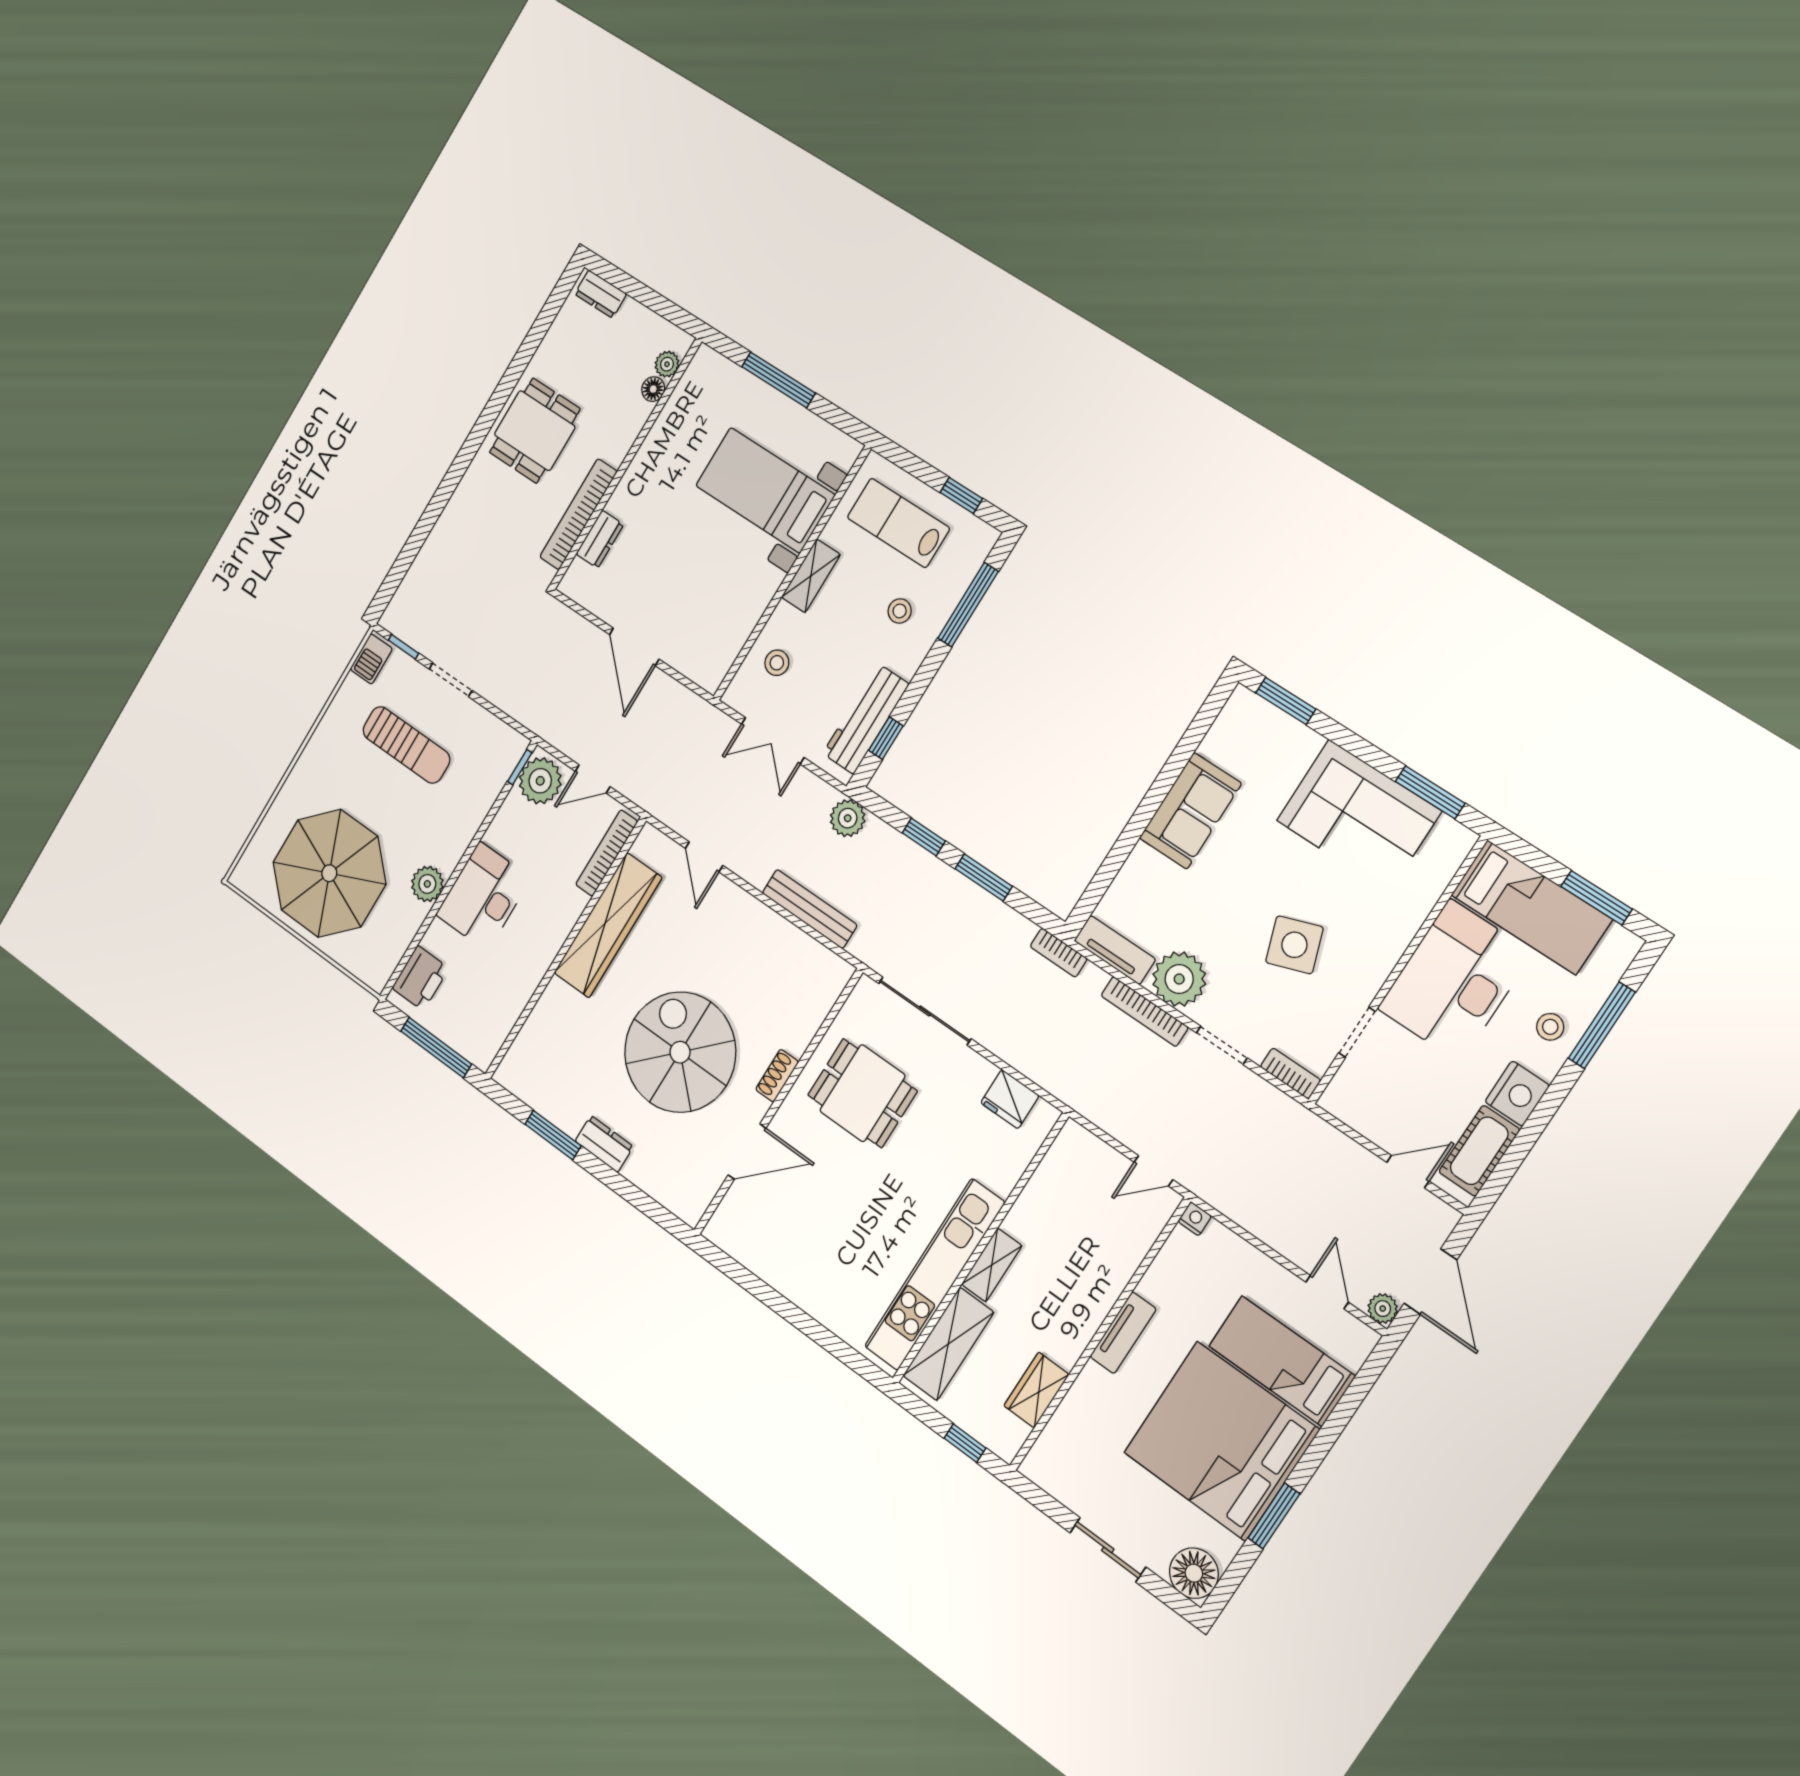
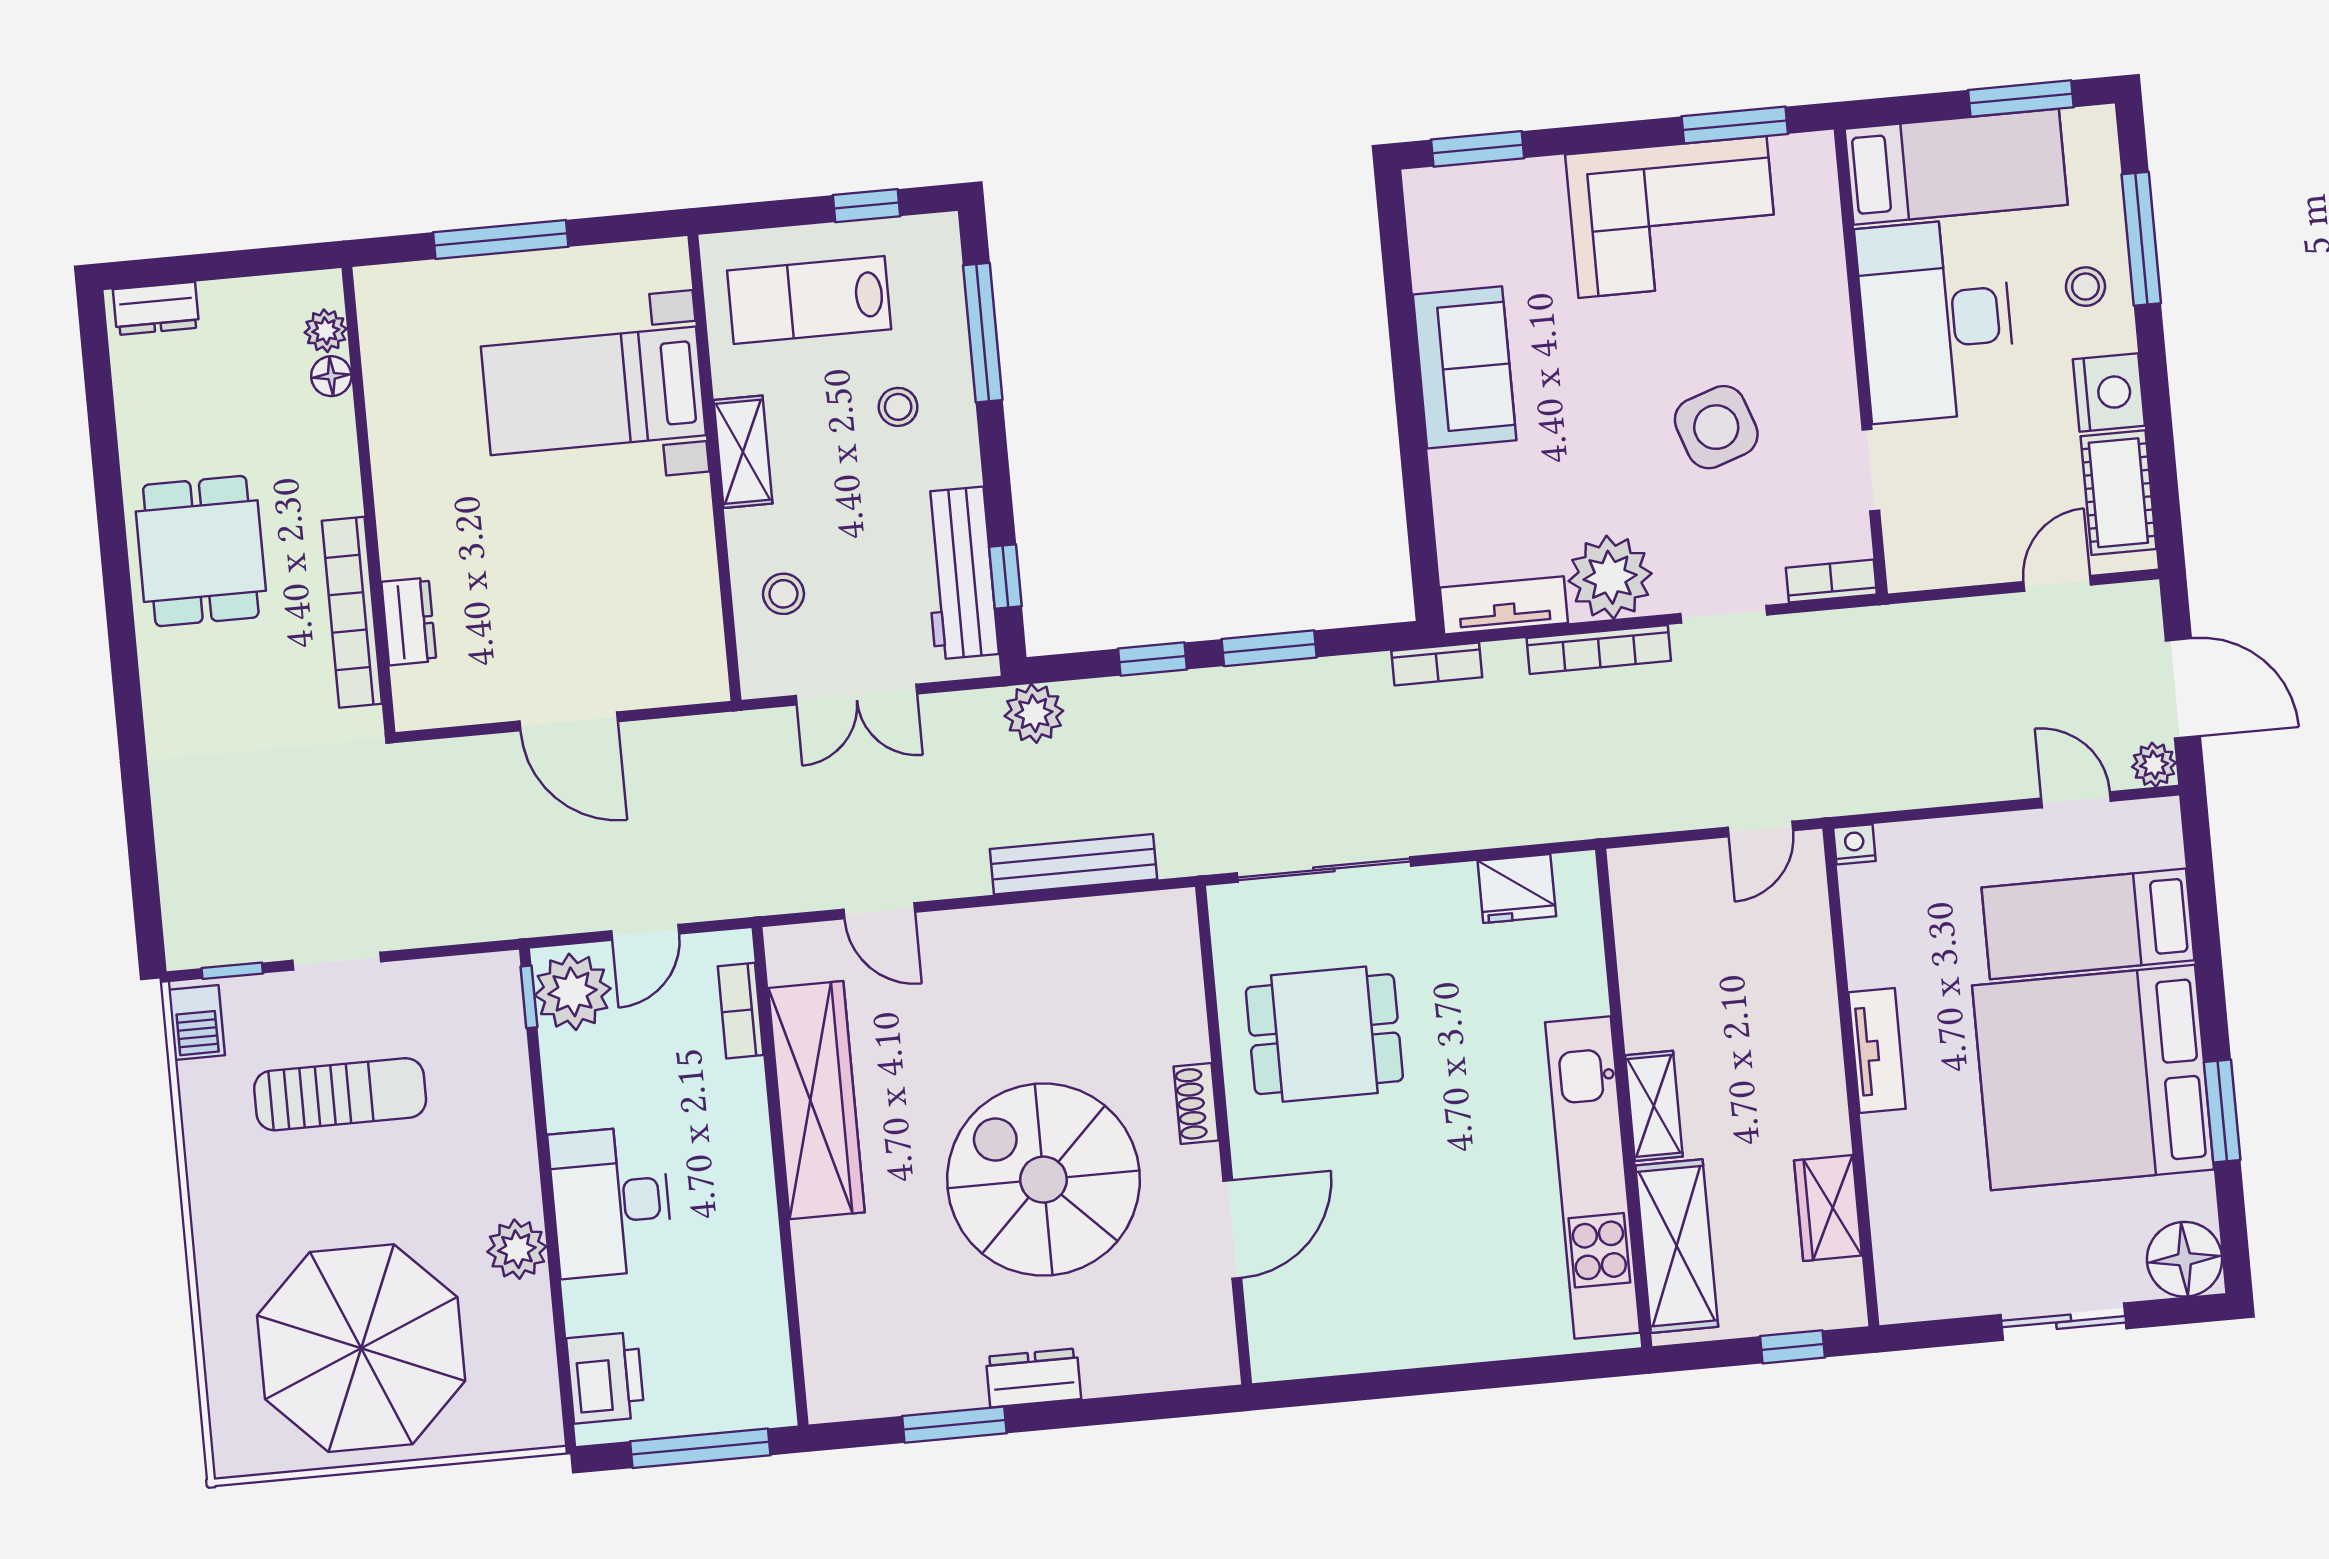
bookcase: (607, 853) -> (741, 1011), width x0.64

